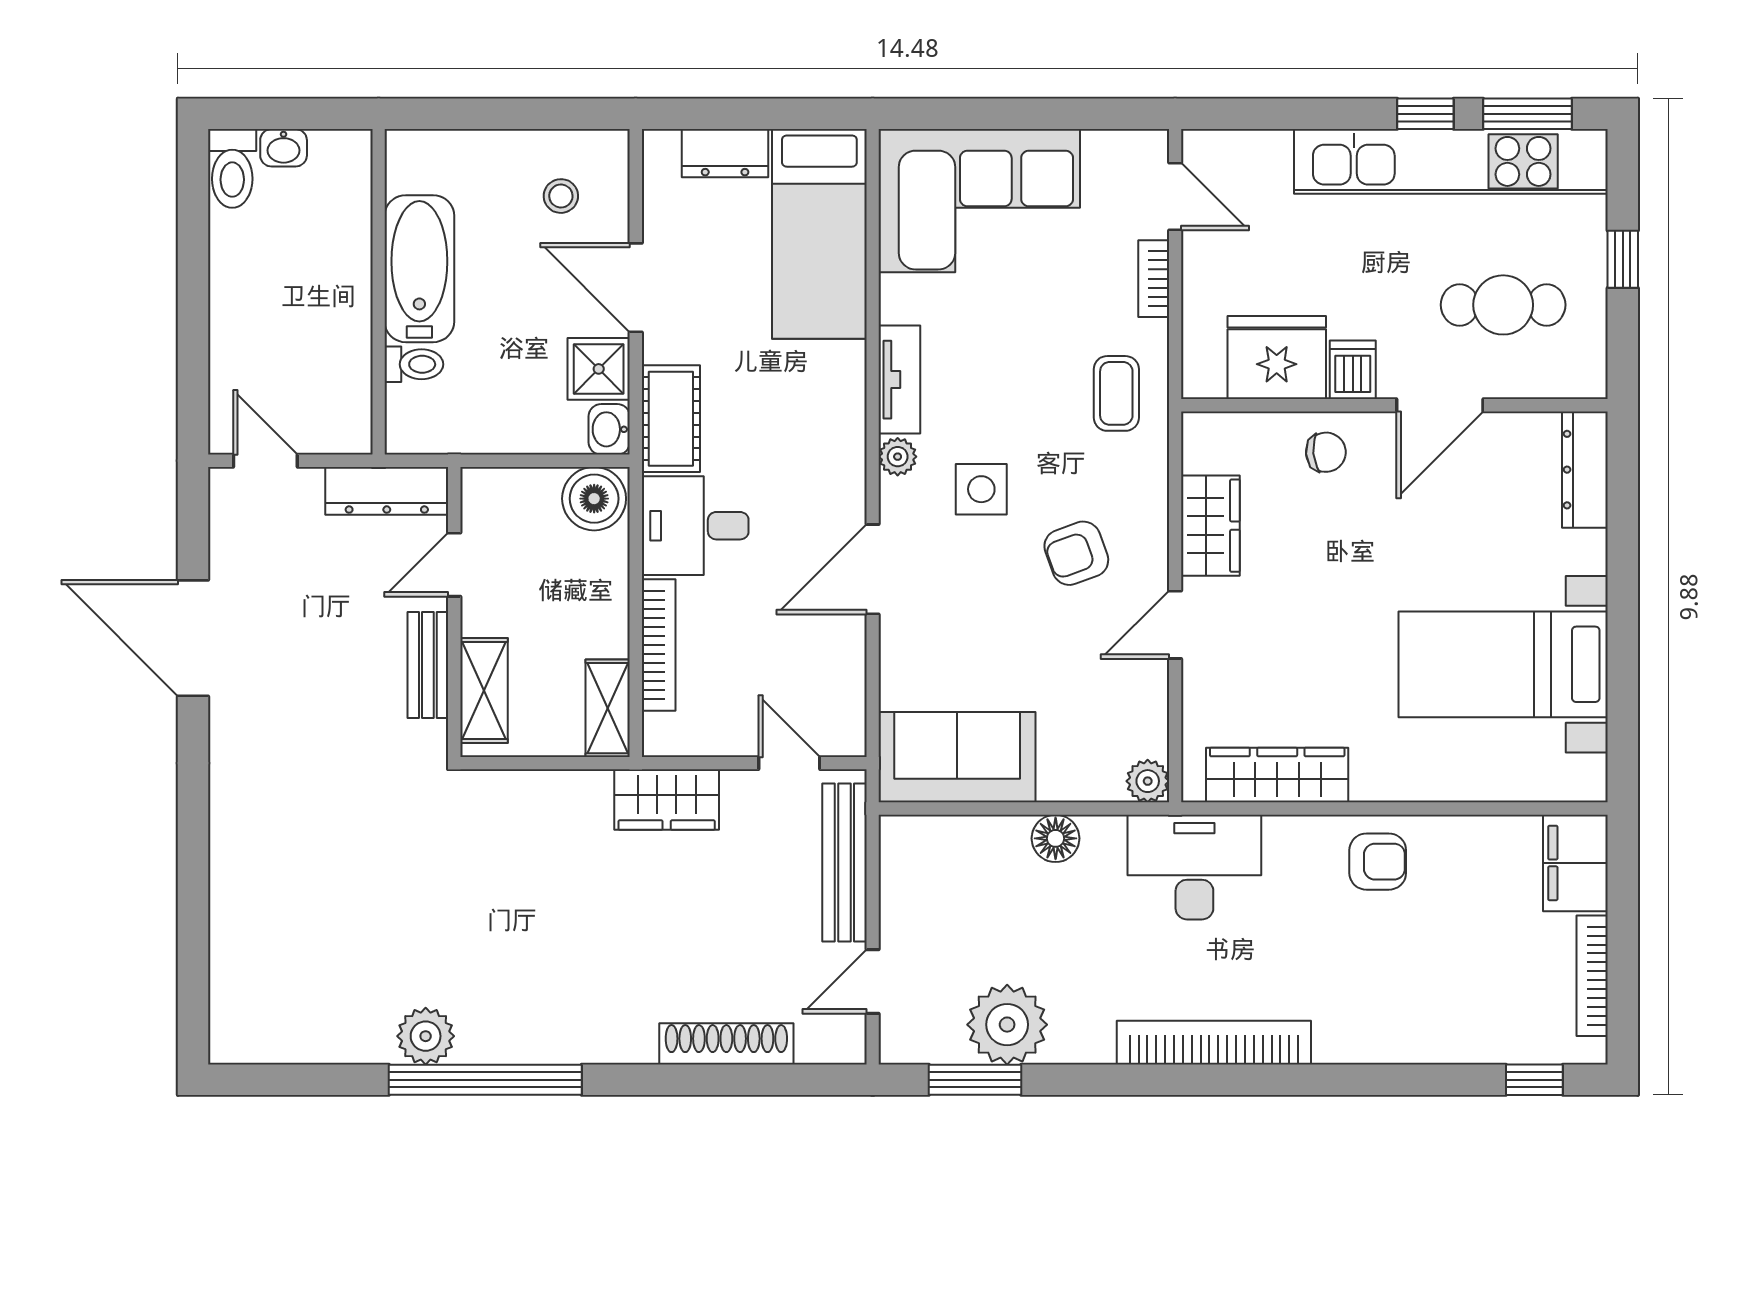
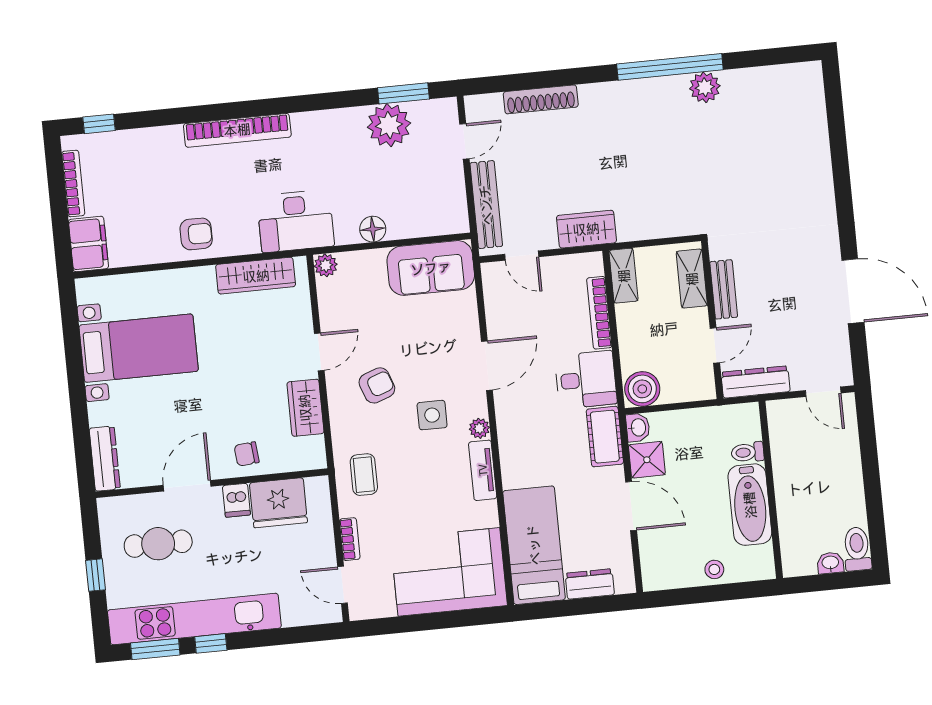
stool: (561, 196) -> (714, 569), moved
armchair: (1378, 862) -> (196, 234), turned 180
bookcase: (1214, 1043) -> (237, 130), moved

